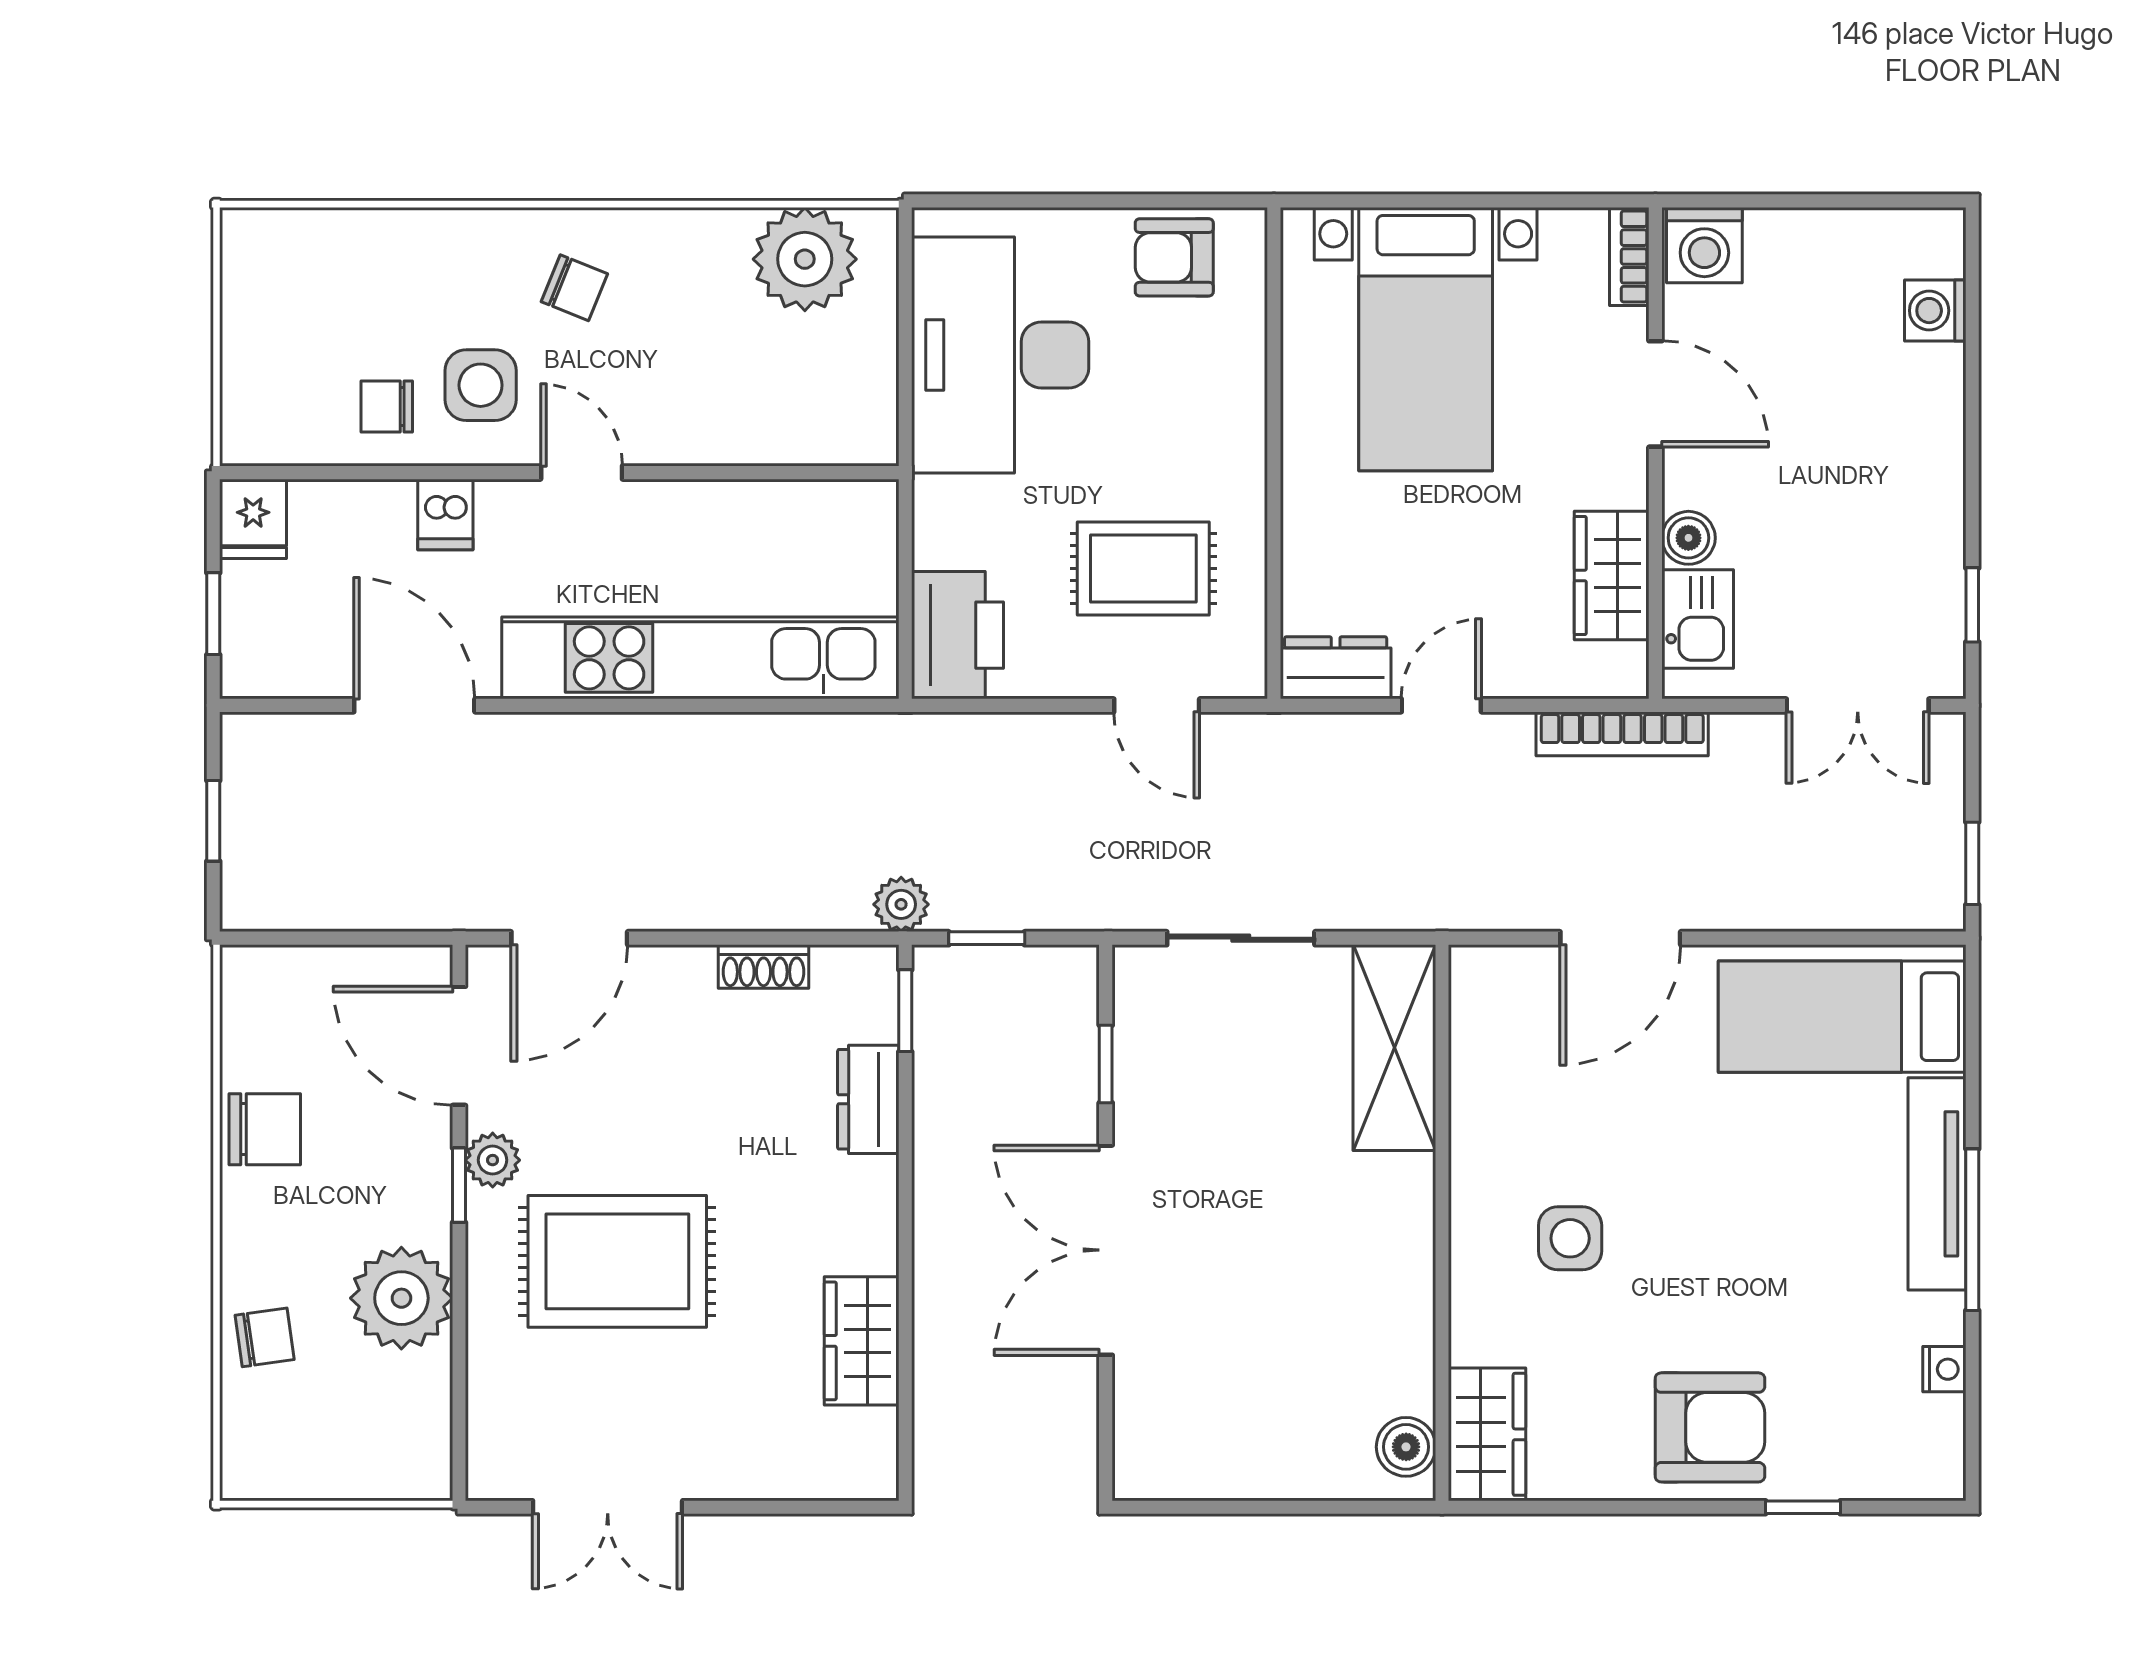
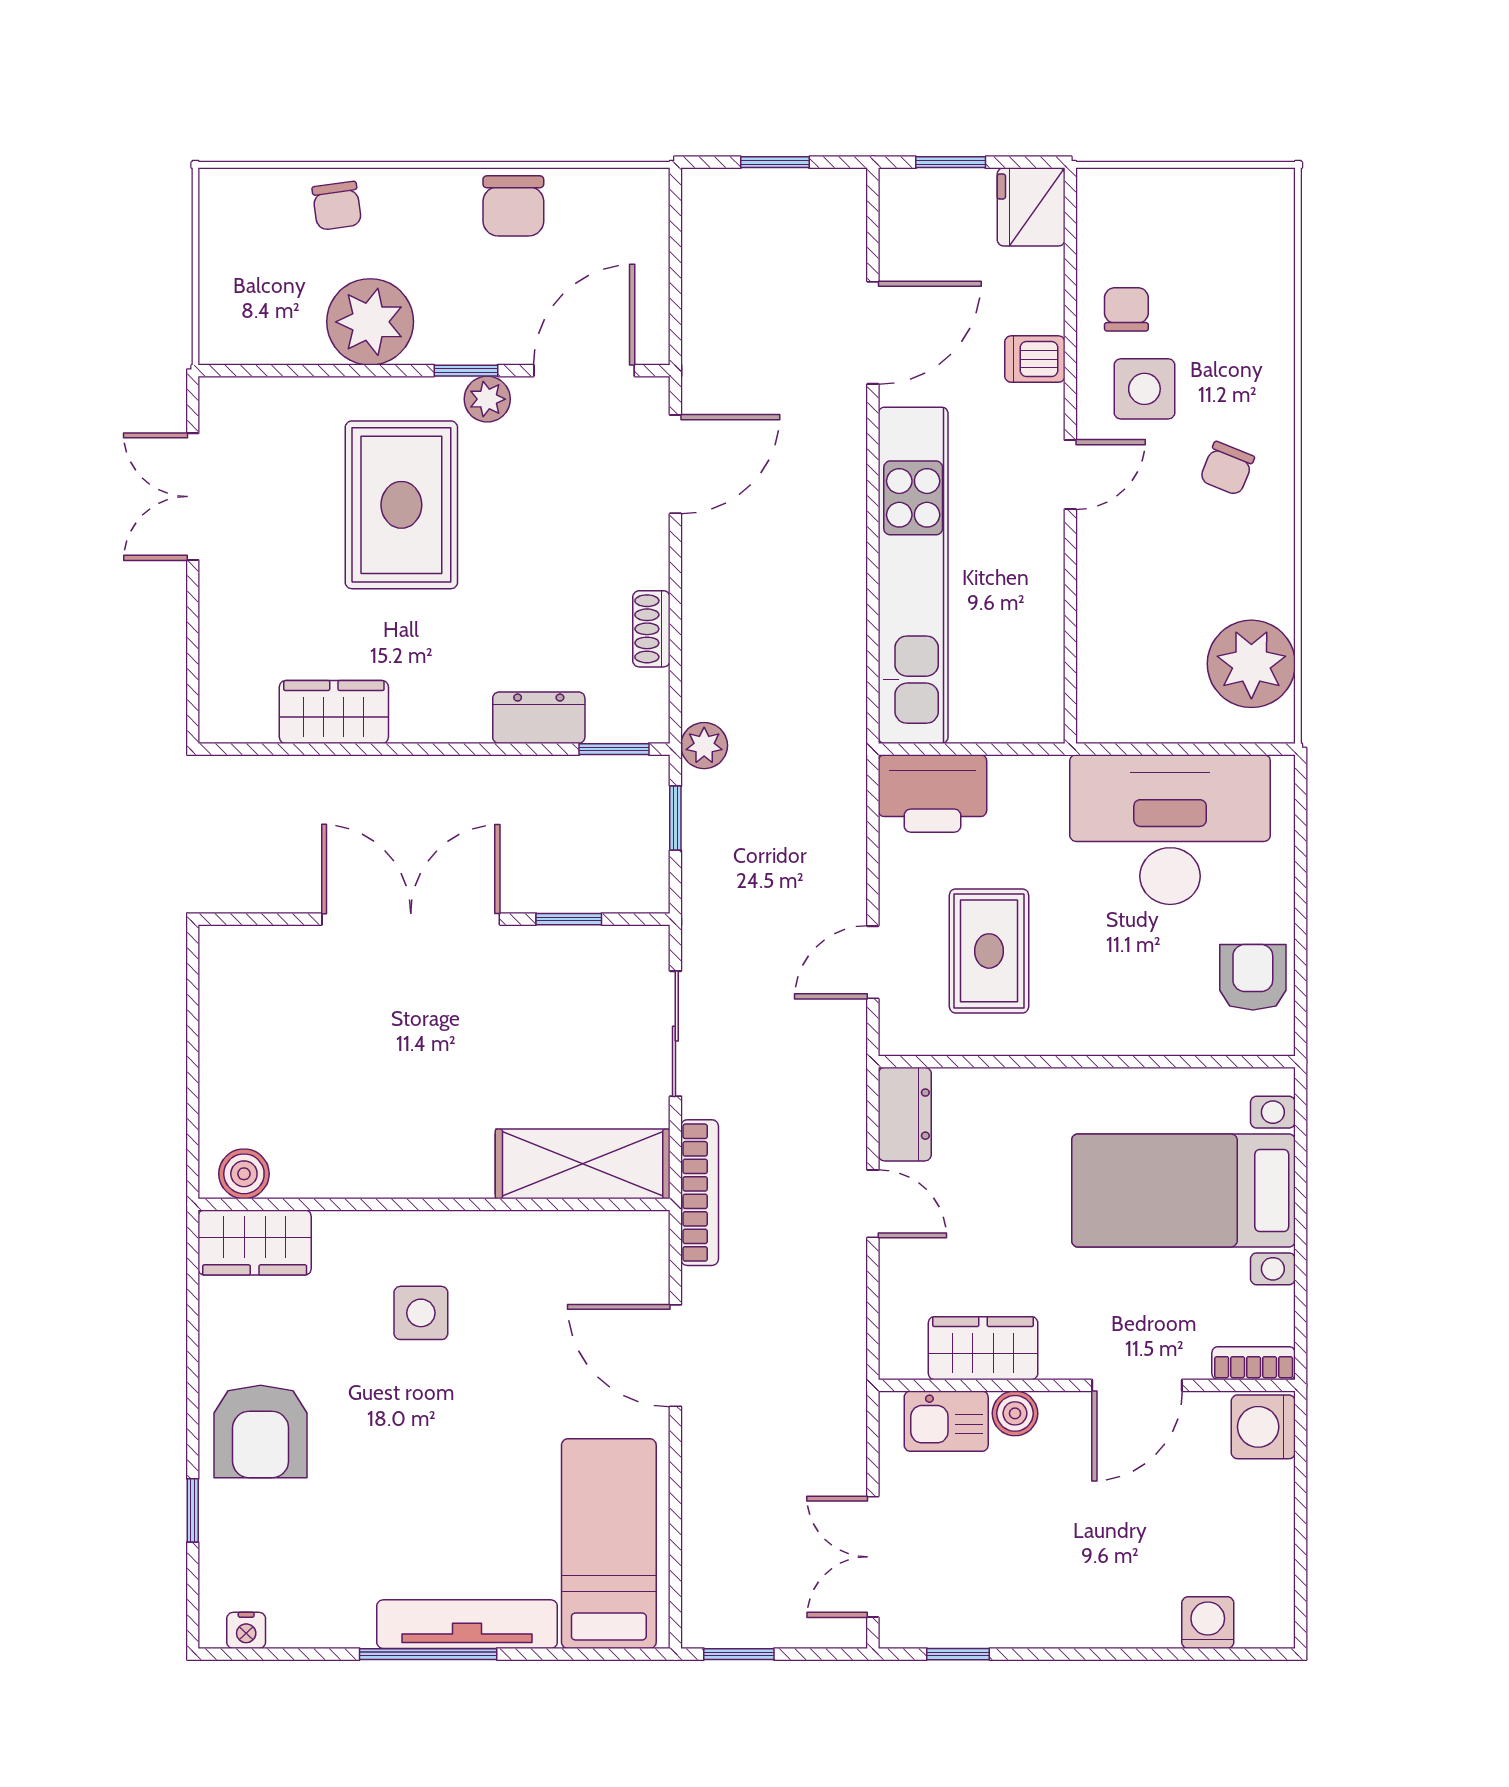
fridge: (253, 519) -> (1031, 207), width x1.38
bookcase: (1622, 734) -> (700, 1193), moved, turned 180
door: (569, 938) -> (675, 464), swing flipped
nightstand: (1944, 1369) -> (246, 1630), moved

